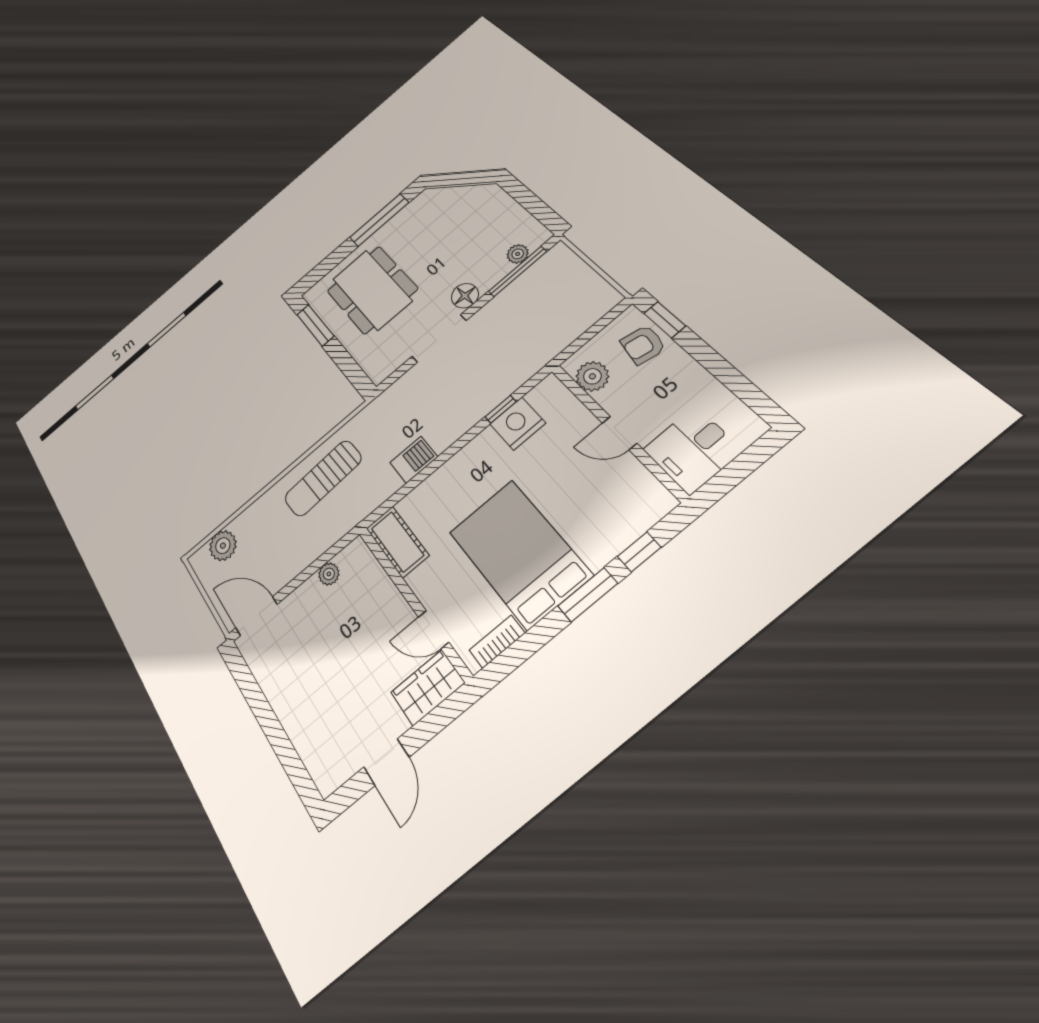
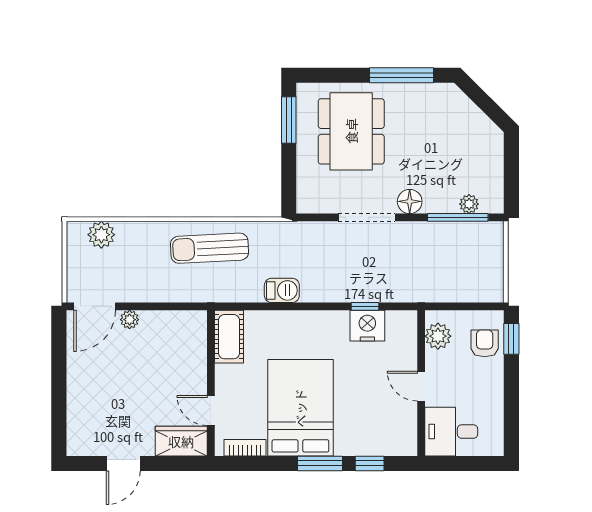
armchair: (643, 345) -> (485, 343), turned 79
plant: (329, 574) -> (130, 320), moved
door: (256, 616) -> (95, 306), swing flipped

